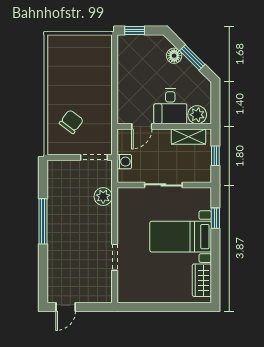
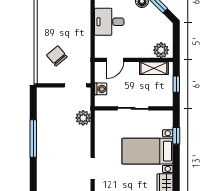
desk: (170, 106) -> (109, 22), moved, turned 90
chair: (71, 122) -> (57, 56), turned -77

